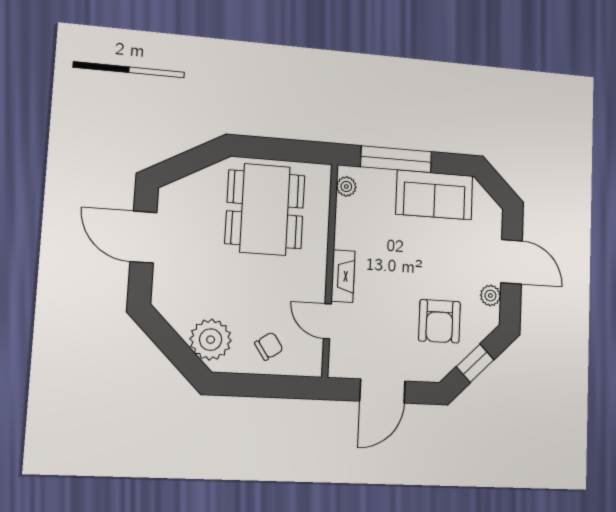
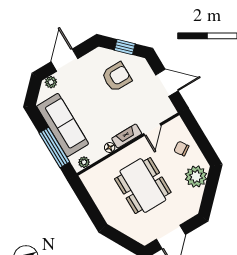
sofa: (434, 195) -> (63, 125), width x1.36
dining table: (265, 209) -> (143, 186), moved, turned 90
floor lamp: (343, 239) -> (110, 147), added
plant: (490, 296) -> (51, 82), moved

